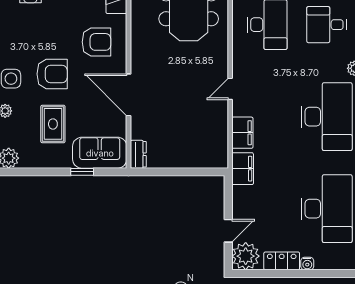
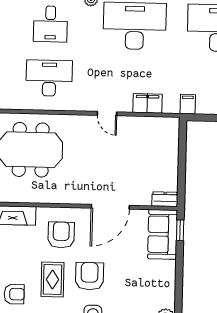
rug: (53, 124) -> (53, 279), moved, turned 90
filing cabinet: (243, 169) -> (188, 104), width x0.50
window: (82, 172) -> (180, 230), moved

